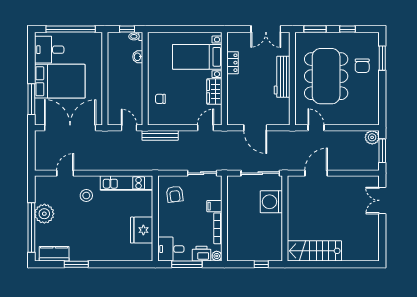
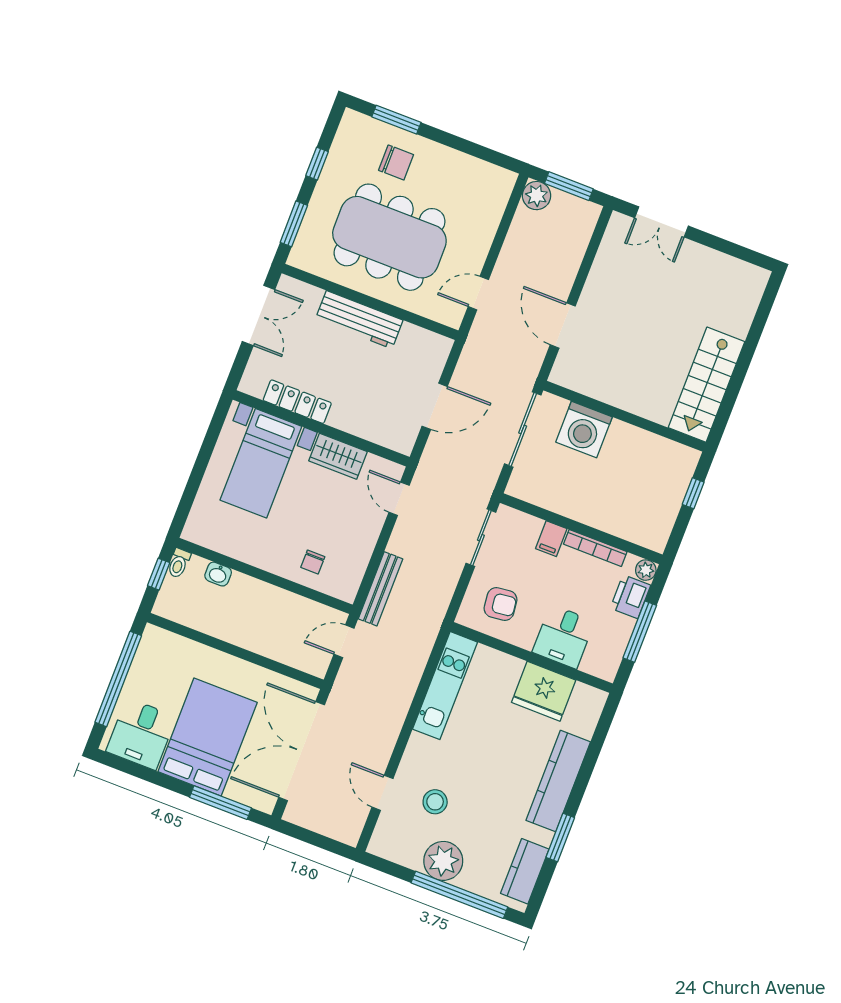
locker: (233, 63) -> (297, 402), width x1.53
stool: (86, 196) -> (435, 802), moved
desk: (171, 249) -> (564, 637), moved
kitchen counter: (102, 253) -> (558, 781), added

